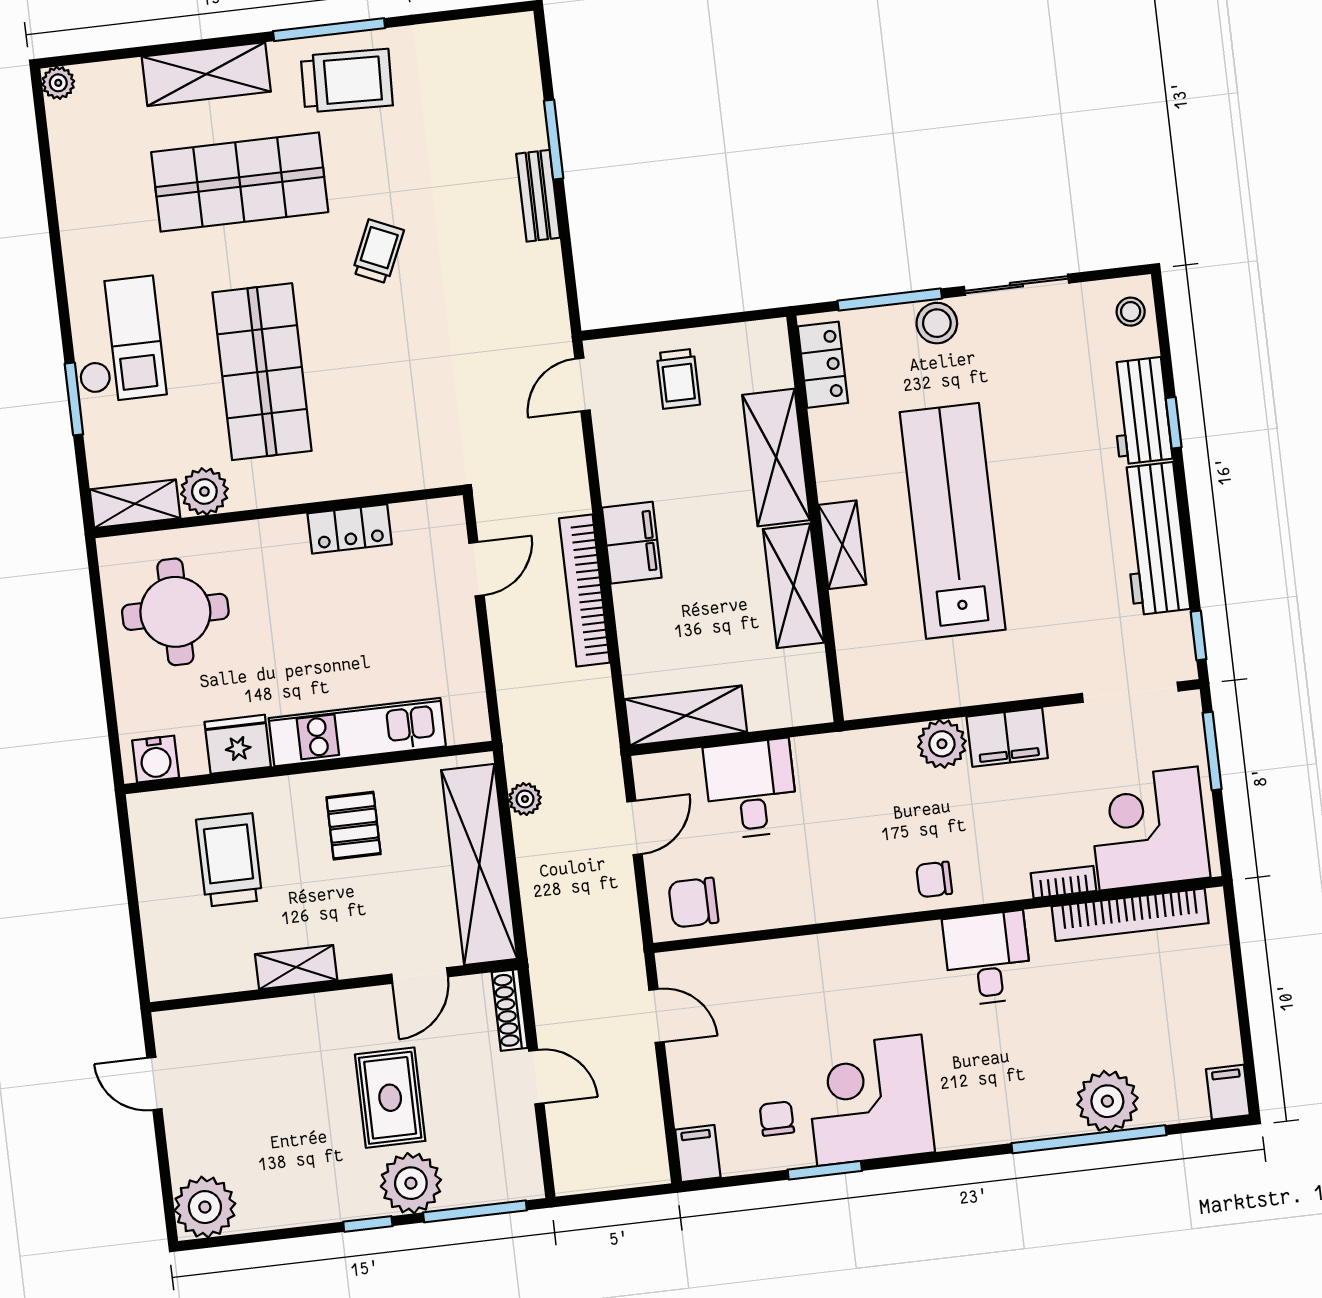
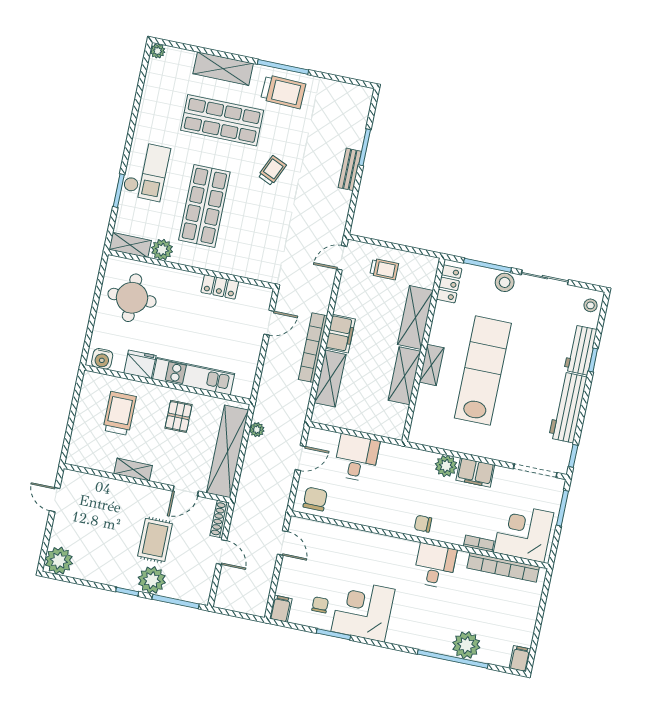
trolley: (678, 379) -> (384, 269), turned -90
shelving: (686, 716) -> (330, 379), moved, turned 90
chair: (693, 903) -> (315, 499), turned 90

